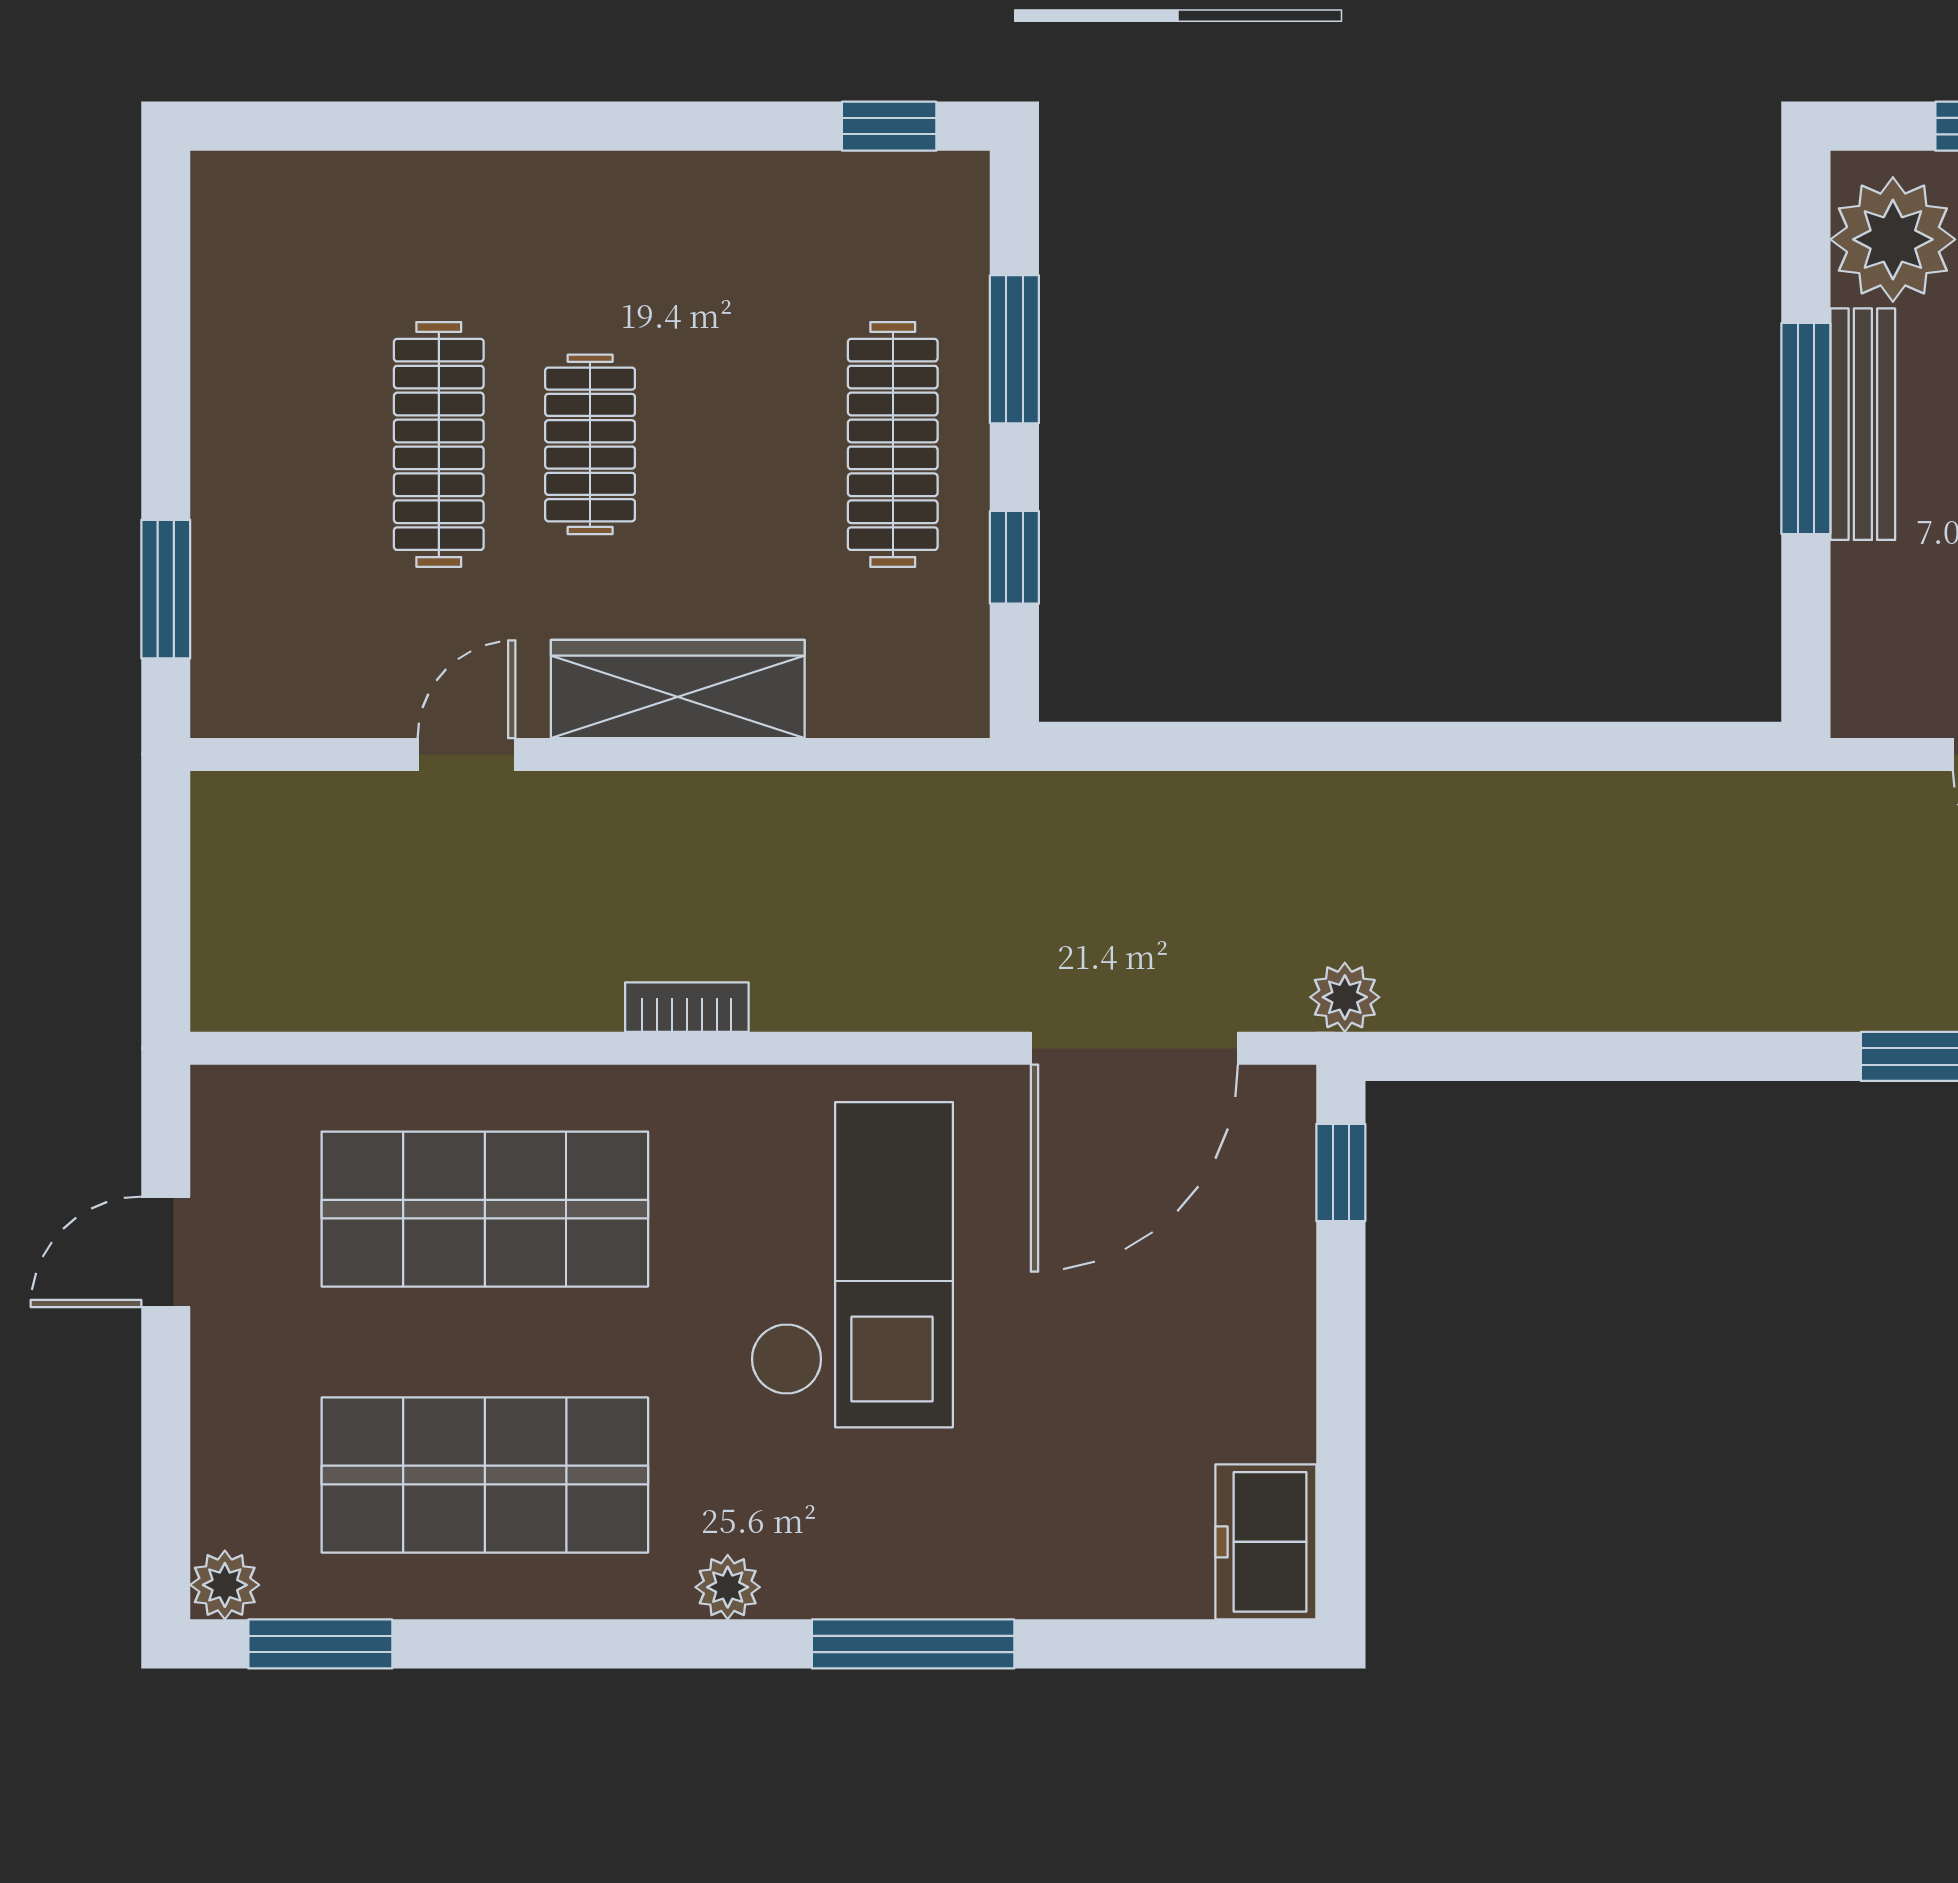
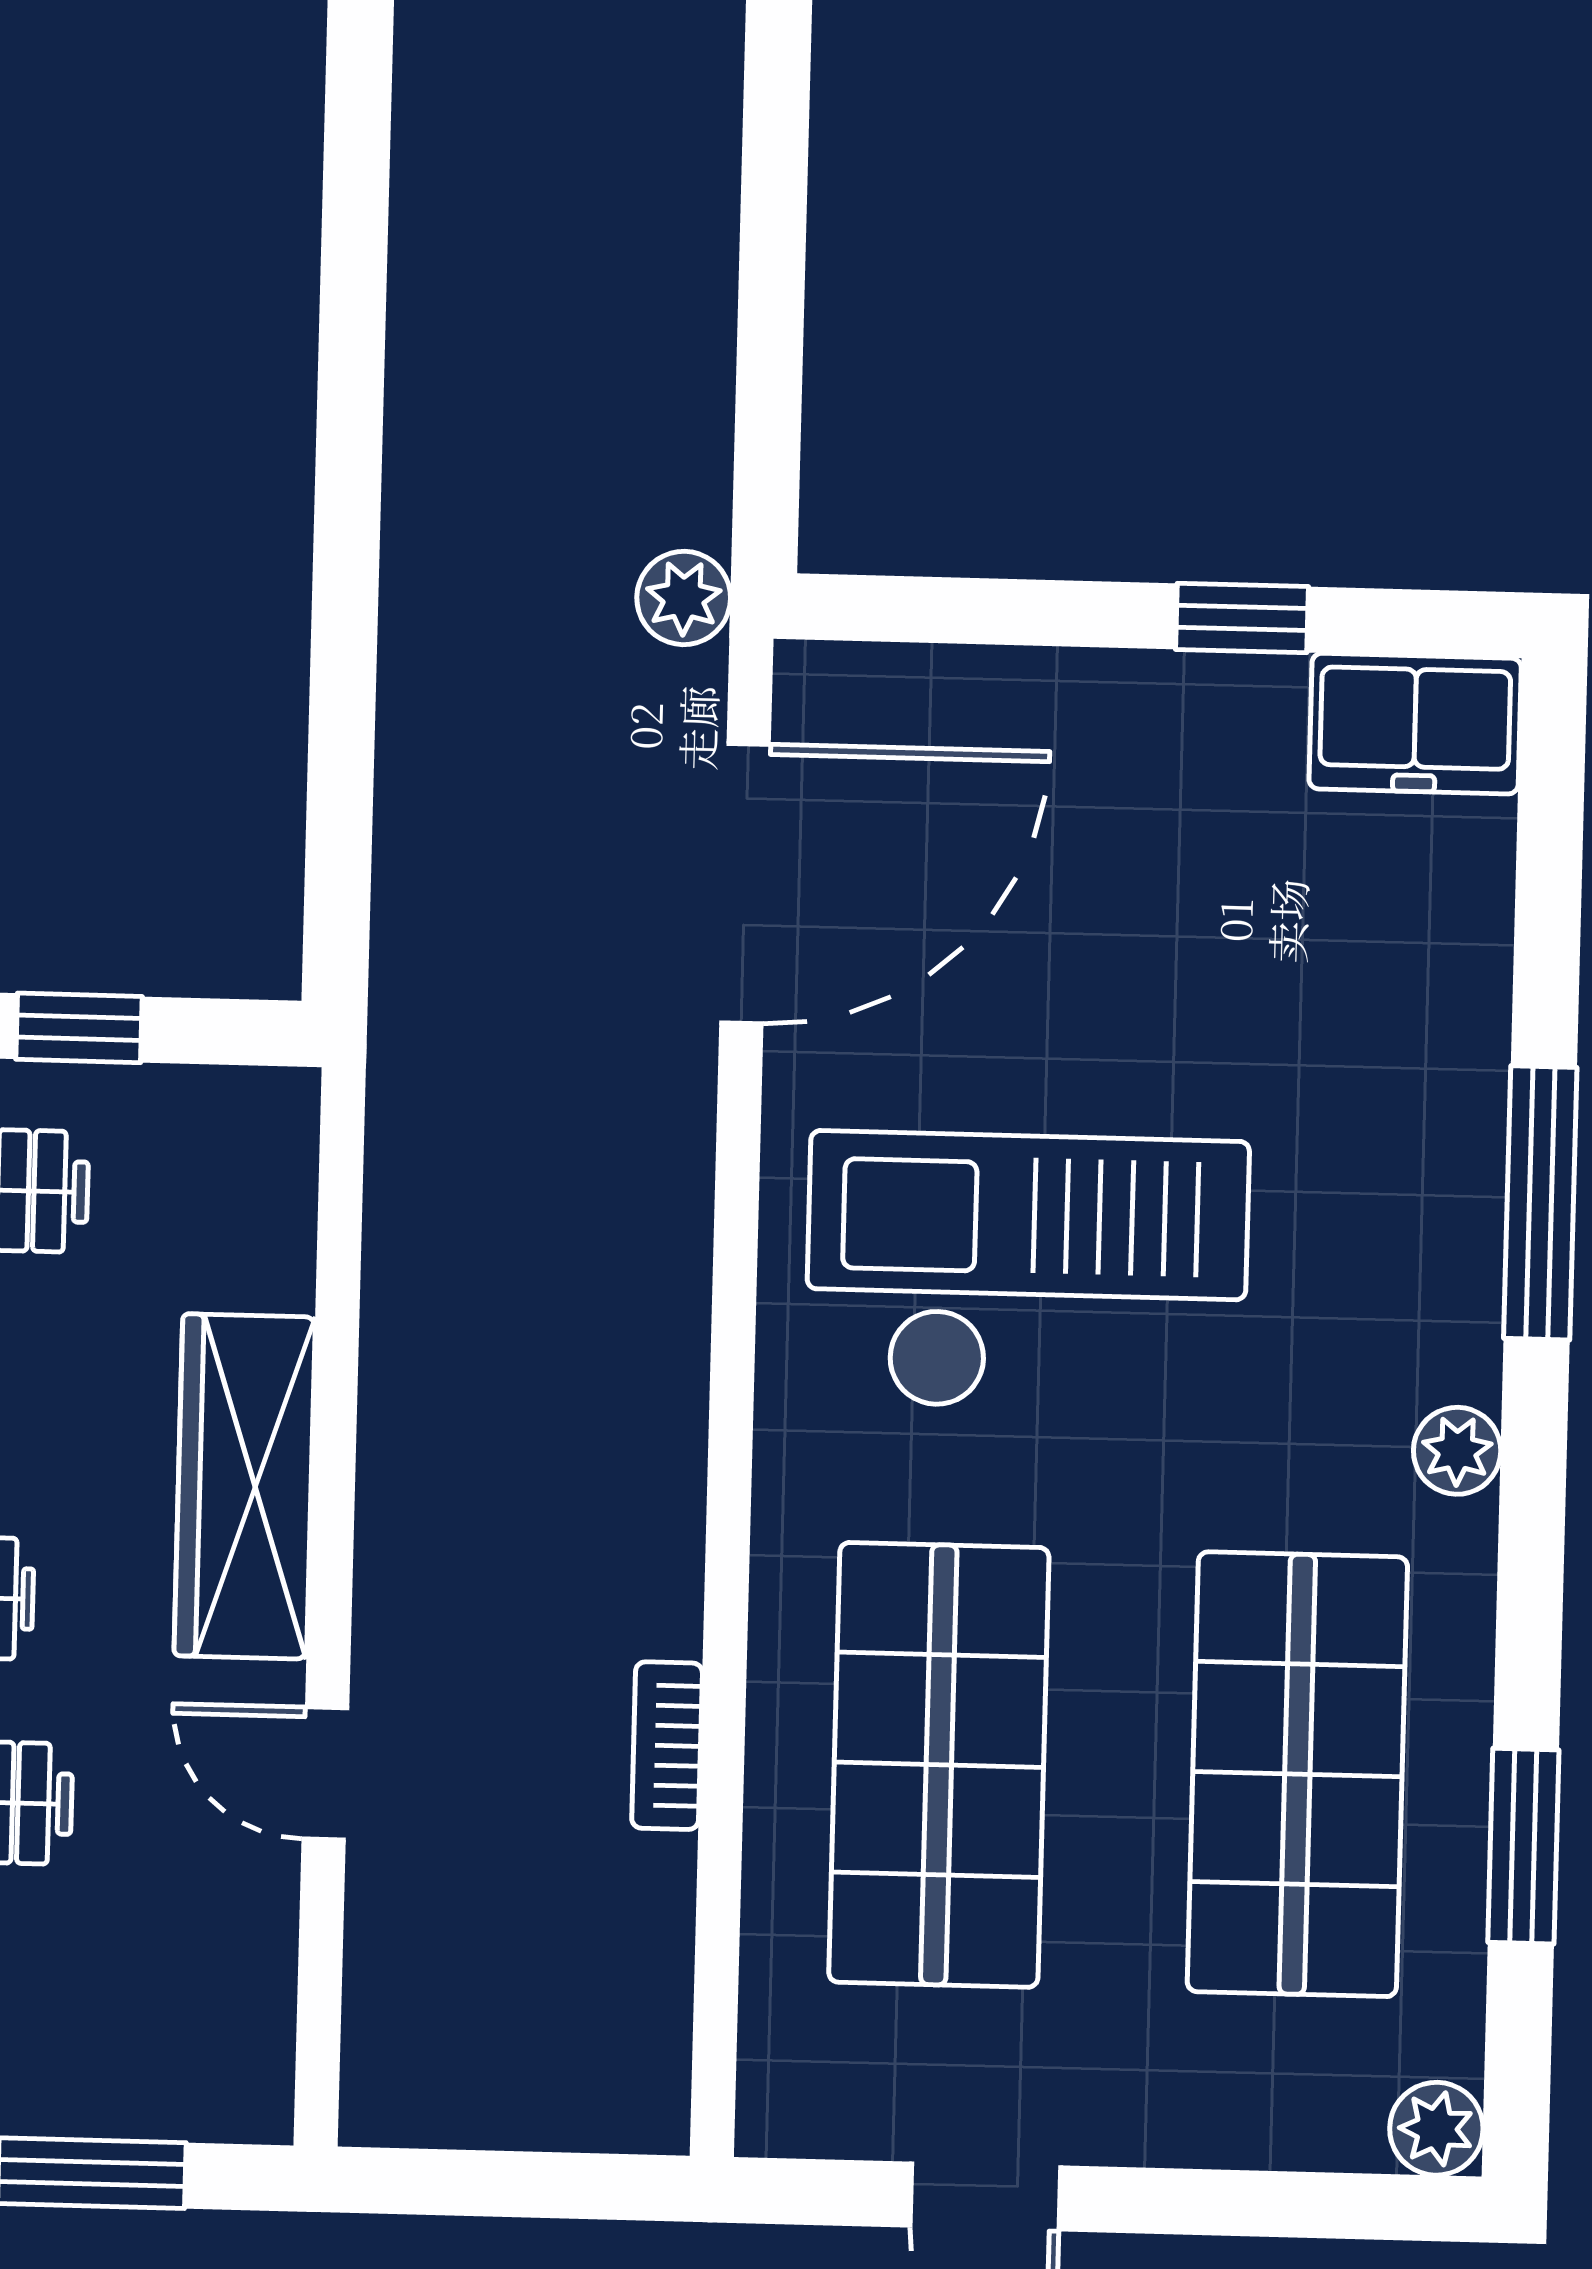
bookcase: (687, 1007) -> (667, 1746), moved
door: (1134, 1048) -> (745, 883), hinge flipped
window: (1341, 1172) -> (1242, 618), moved
window: (320, 1644) -> (1523, 1846), moved

